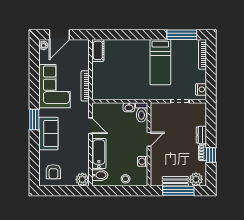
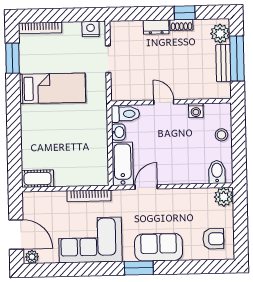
window: (182, 35) -> (12, 58), width x0.69
bathtub: (99, 154) -> (123, 164), moved, turned 90

